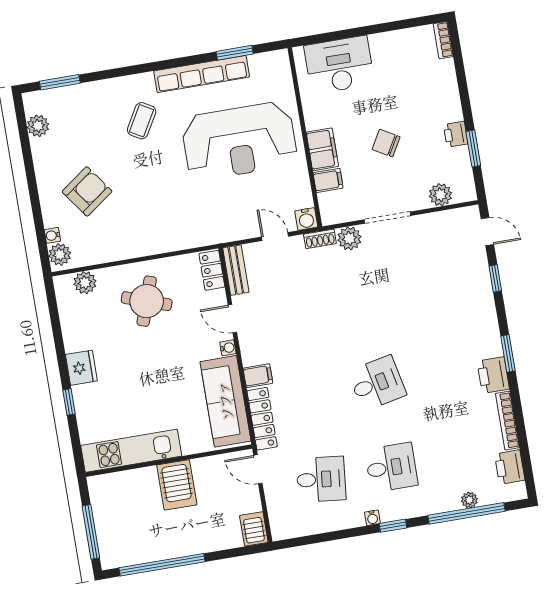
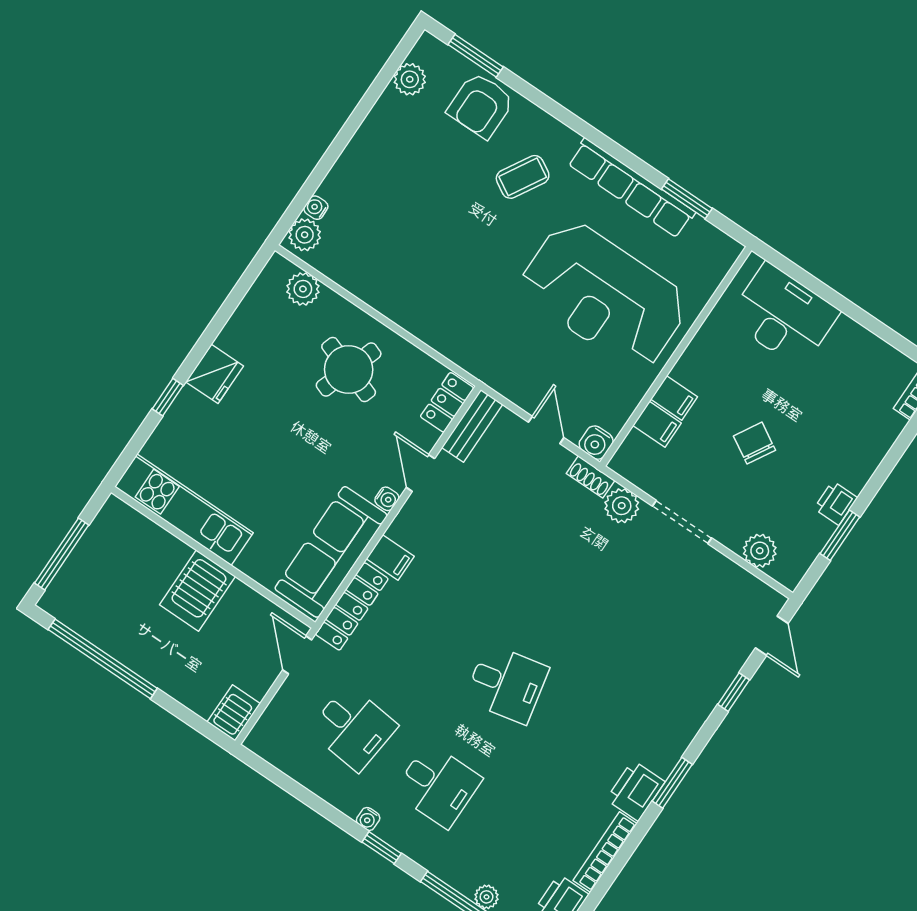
filing cabinet: (322, 149) -> (674, 398), width x0.50
armchair: (87, 191) -> (481, 105), moved, turned 126

